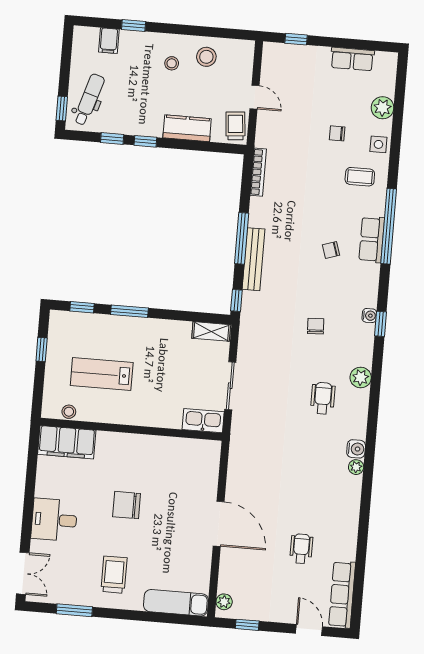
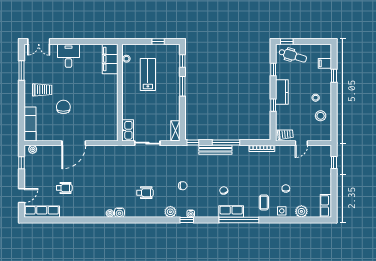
row of seats: (352, 59) -> (326, 206), moved
kitchen counter: (187, 128) -> (282, 92), moved
window: (145, 141) -> (273, 105), moved
plant: (361, 378) -> (170, 212), moved
chair: (127, 505) -> (63, 107), moved

